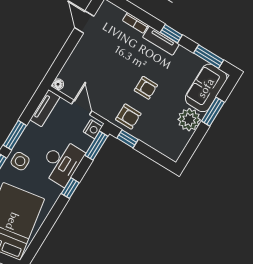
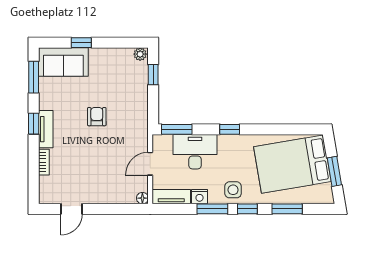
window: (213, 112) -> (81, 43), width x0.67
armchair: (128, 117) -> (133, 117), removed
plant: (189, 120) -> (140, 54), moved, width x0.53, depth x0.53
nightstand: (93, 129) -> (200, 197), moved, turned 180
window: (128, 139) -> (153, 75), moved
desk: (62, 162) -> (195, 152), moved

